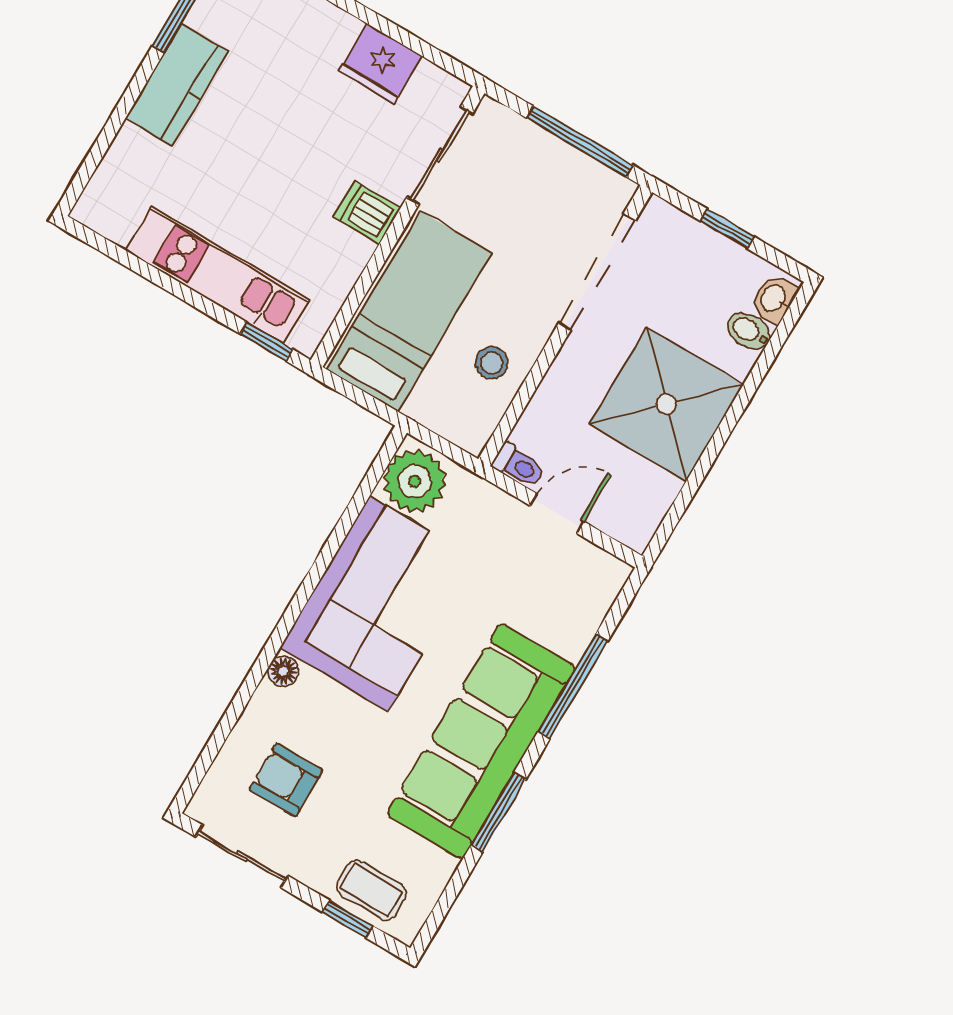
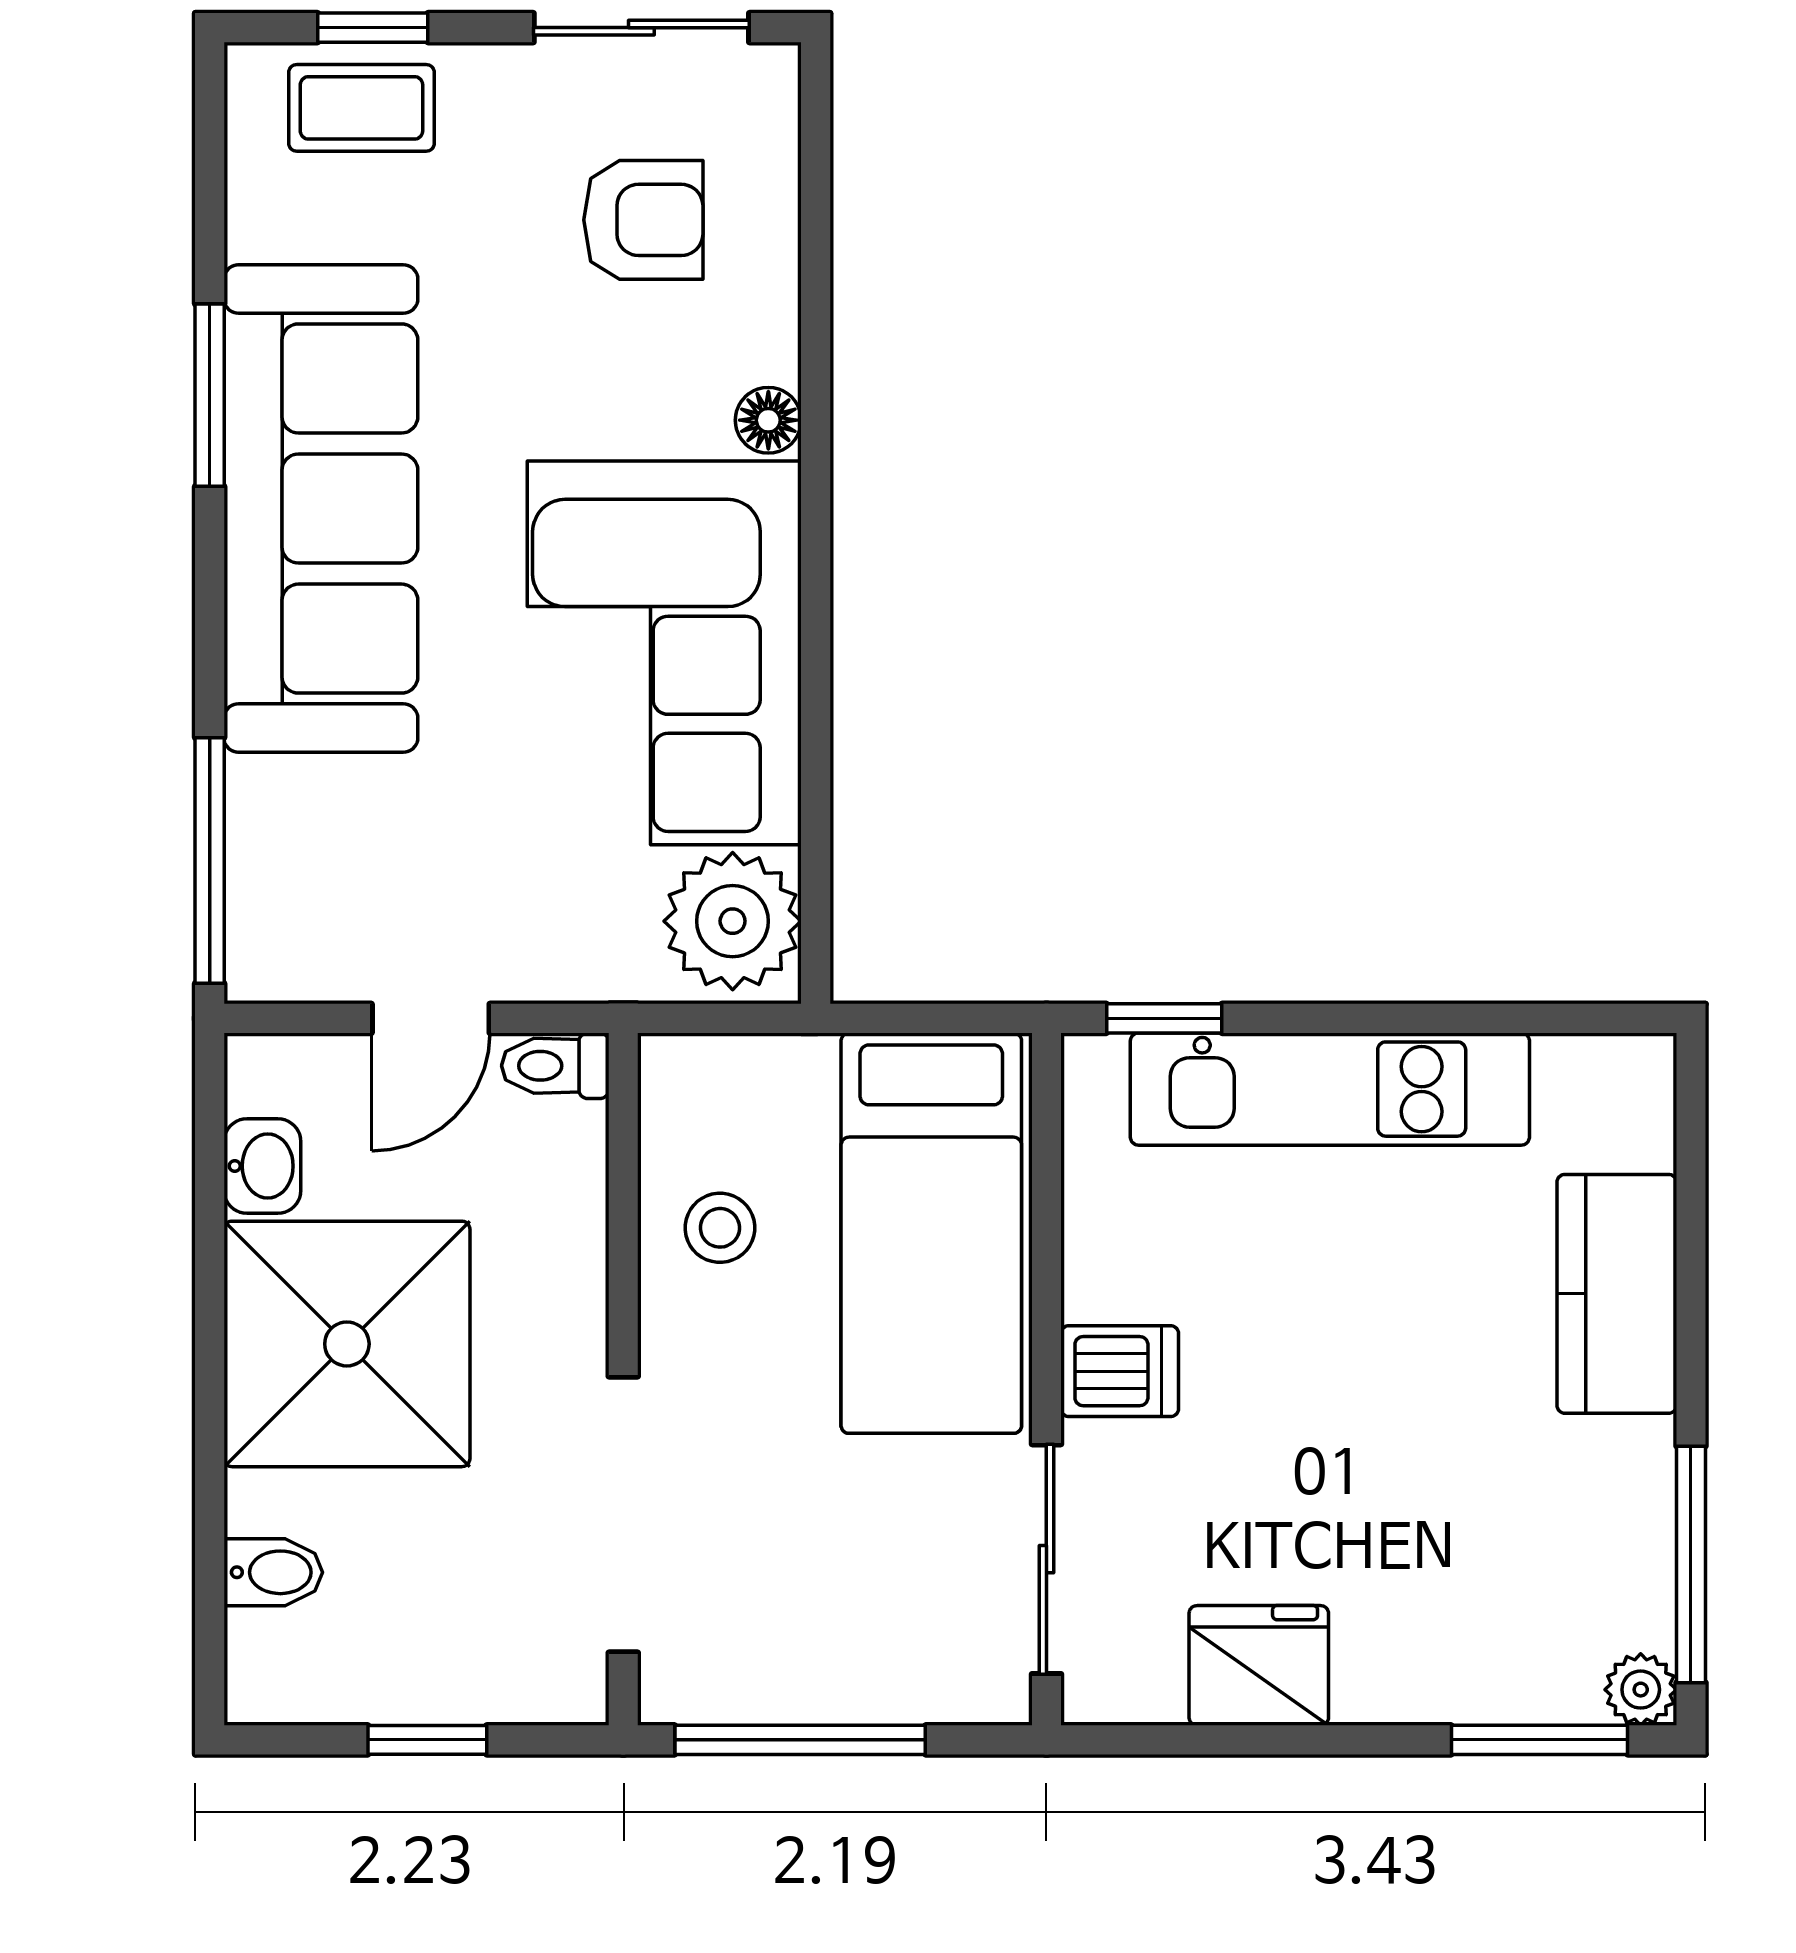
kitchen counter: (177, 85) -> (1617, 1294), moved
washbasin: (774, 299) -> (262, 1166), moved
window: (573, 686) -> (210, 861), moved

